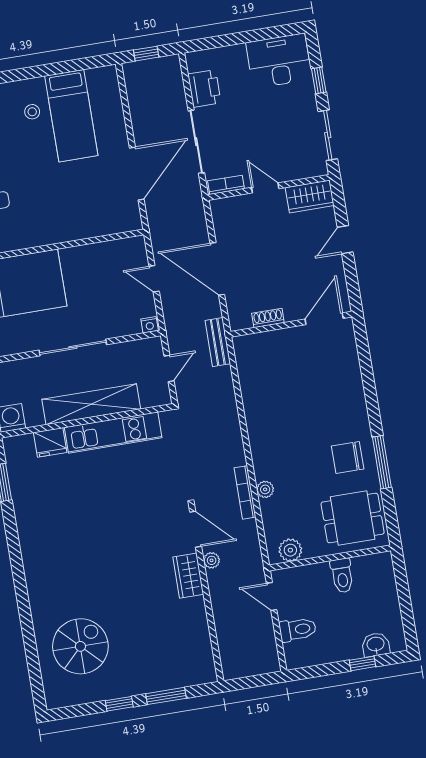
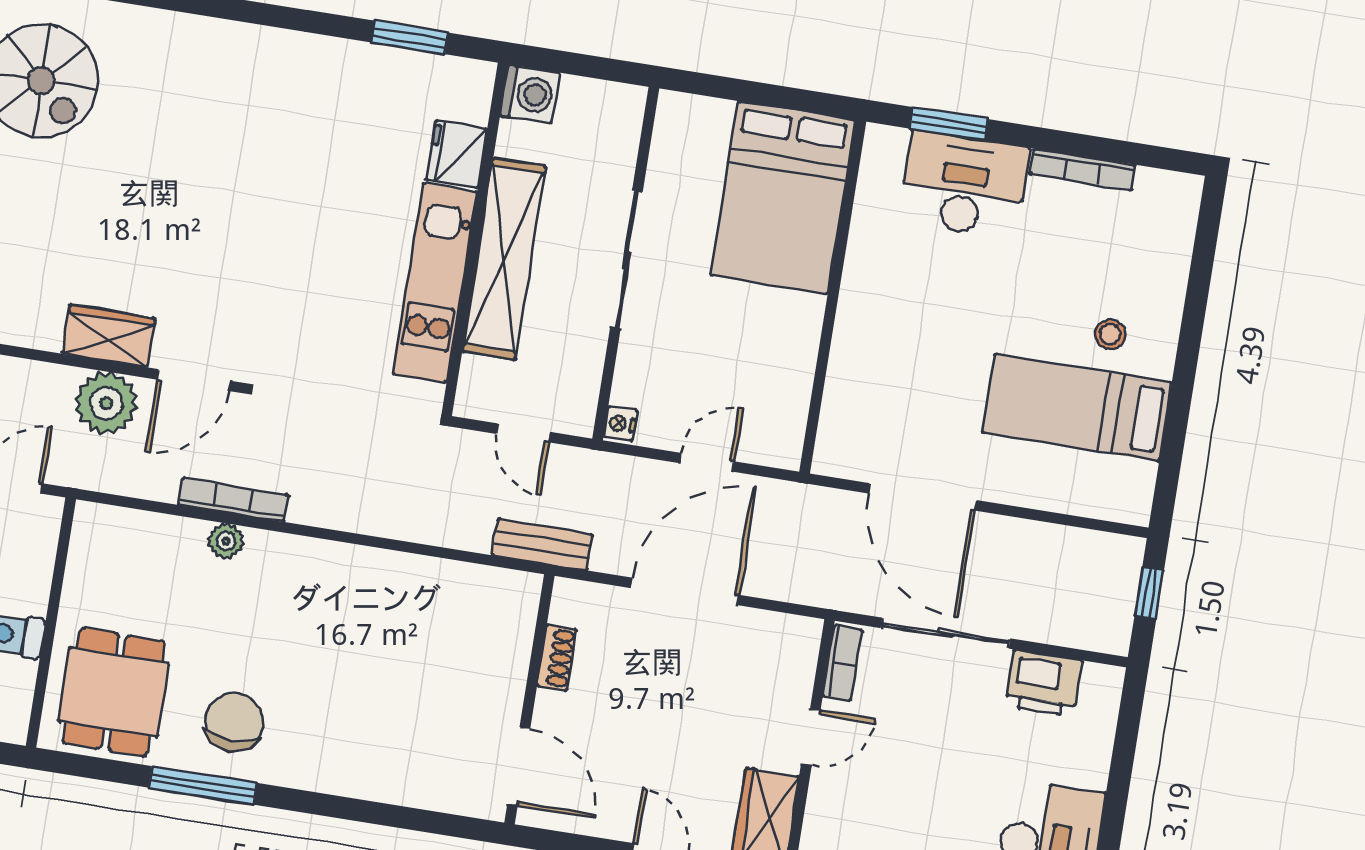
plant: (290, 550) -> (92, 551), removed
plant: (212, 560) -> (106, 403), width x1.88, depth x1.88

